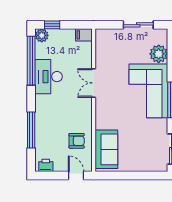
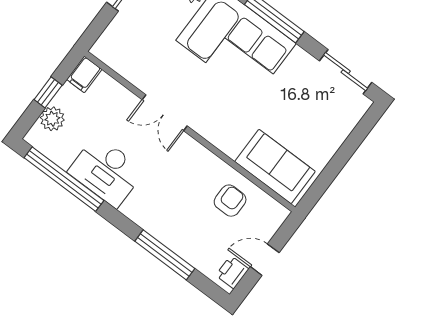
window: (52, 25) -> (48, 92), moved
plant: (42, 35) -> (52, 119), moved
door: (76, 176) -> (265, 260), moved

